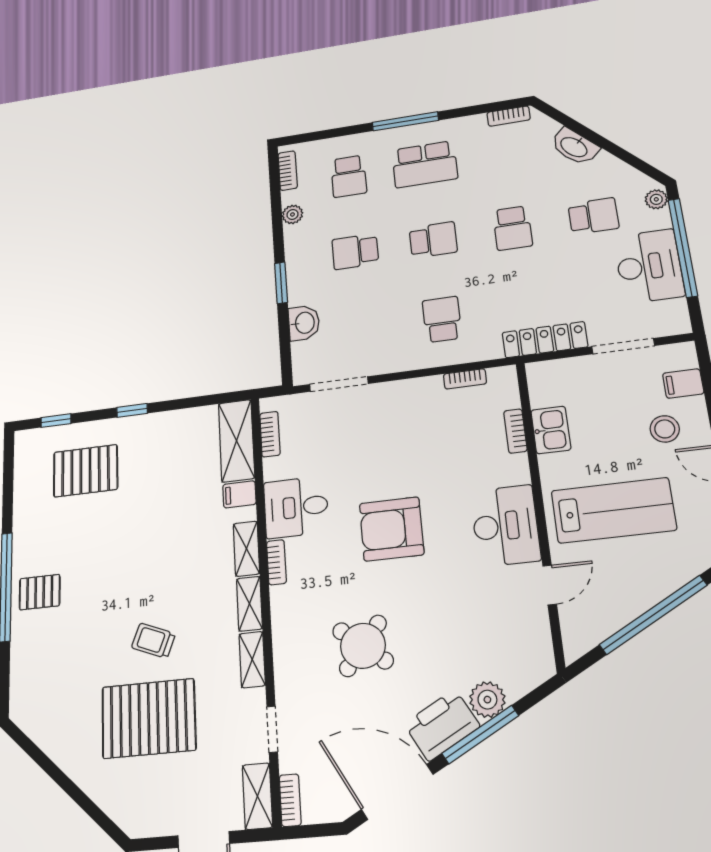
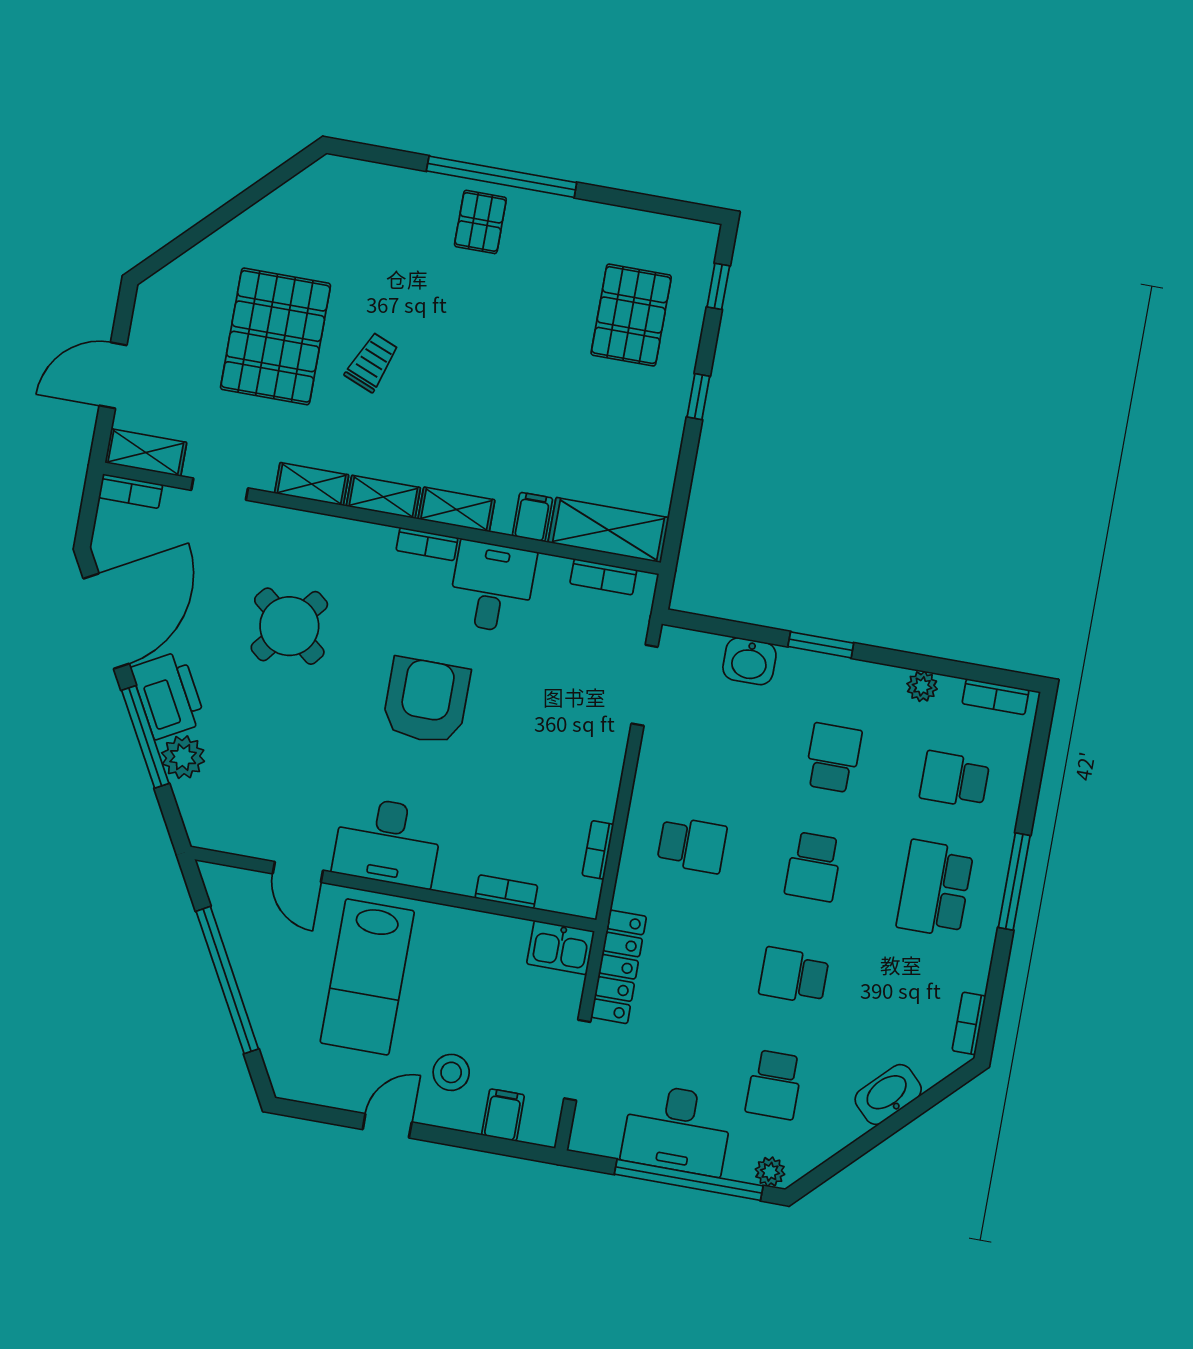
kitchen sink: (551, 430) -> (561, 948), moved

